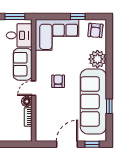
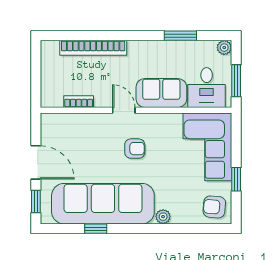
plant: (97, 59) -> (163, 217), width x0.53, depth x0.53
floor lamp: (27, 101) -> (103, 99), removed

